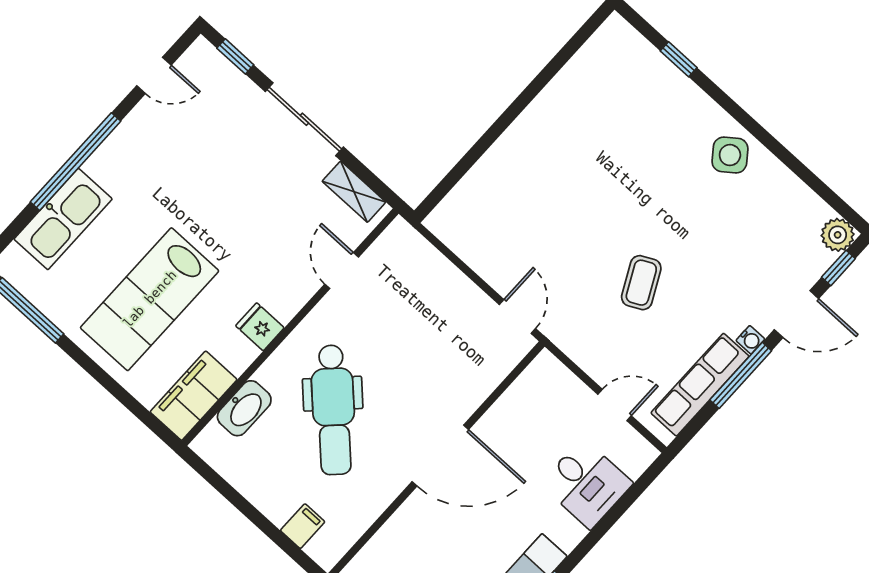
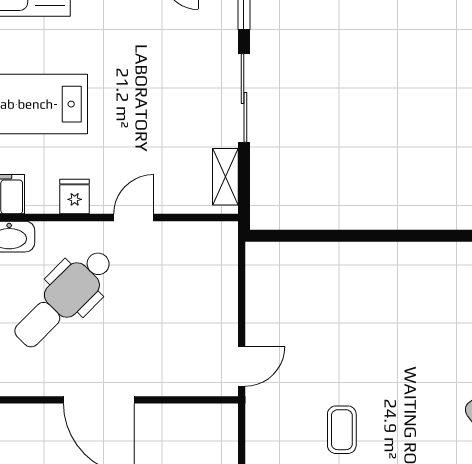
door: (342, 271) -> (134, 217), moved
coffee table: (641, 283) -> (342, 430), turned -63

